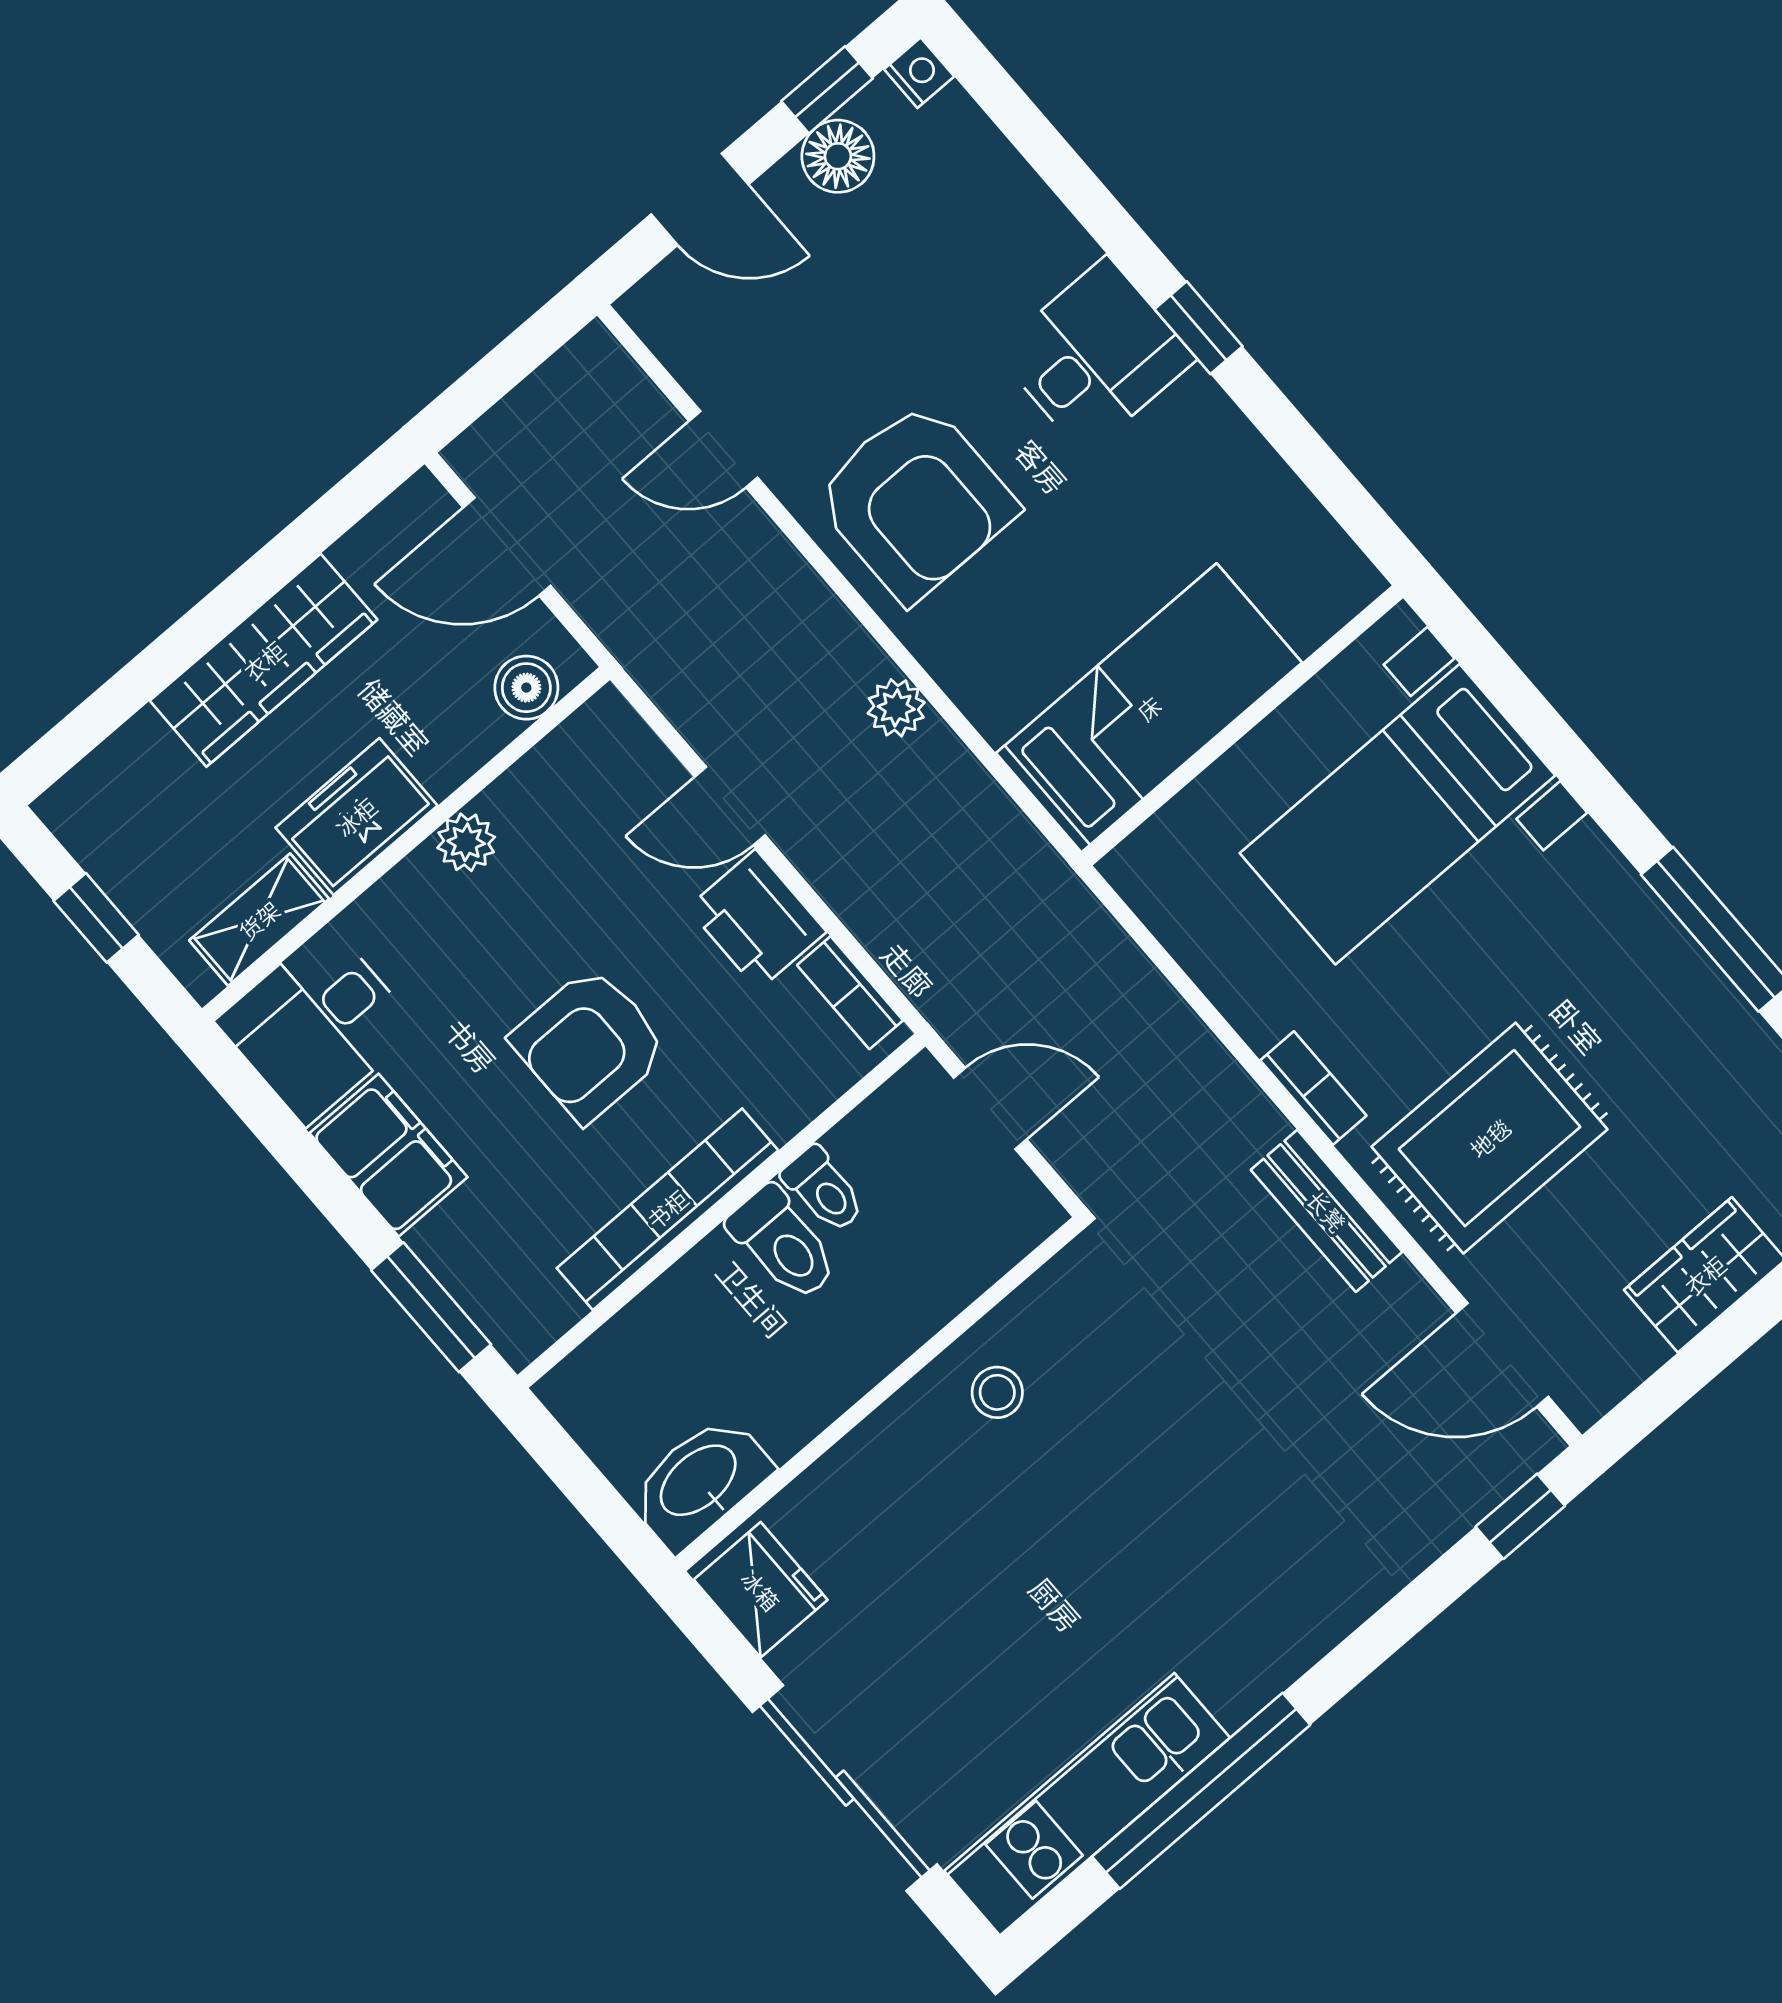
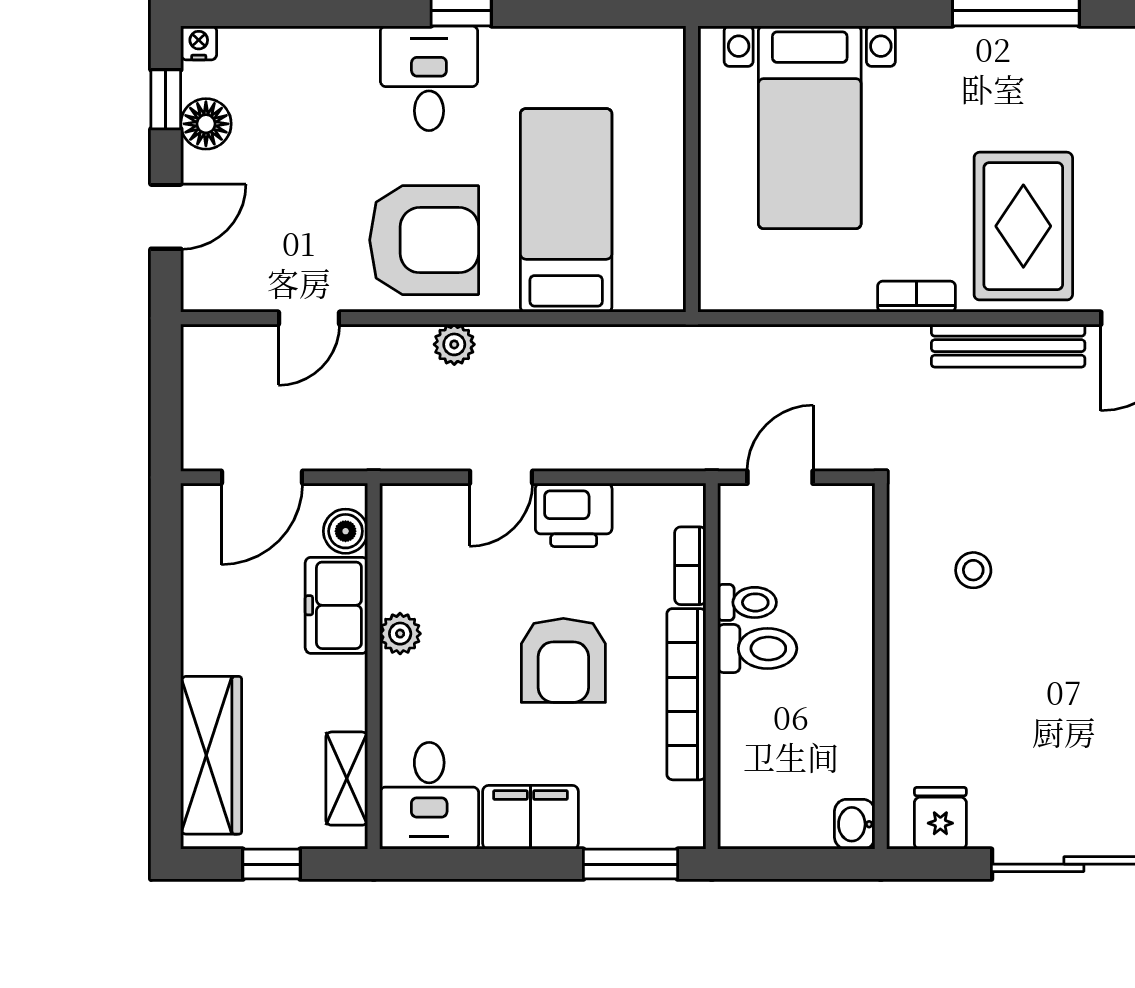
wardrobe: (264, 660) -> (211, 755), moved
plant: (896, 708) -> (454, 344), moved
bed: (1149, 708) -> (566, 210), moved
freezer: (356, 817) -> (336, 605), moved
bookcase: (850, 993) -> (690, 566), moved, turned 90
bench: (1327, 1211) -> (1008, 346), width x1.36
stool: (997, 1392) -> (973, 570), moved
washbasin: (700, 1482) -> (855, 824), width x0.52, depth x0.69
fridge: (761, 1590) -> (940, 818), width x0.72

